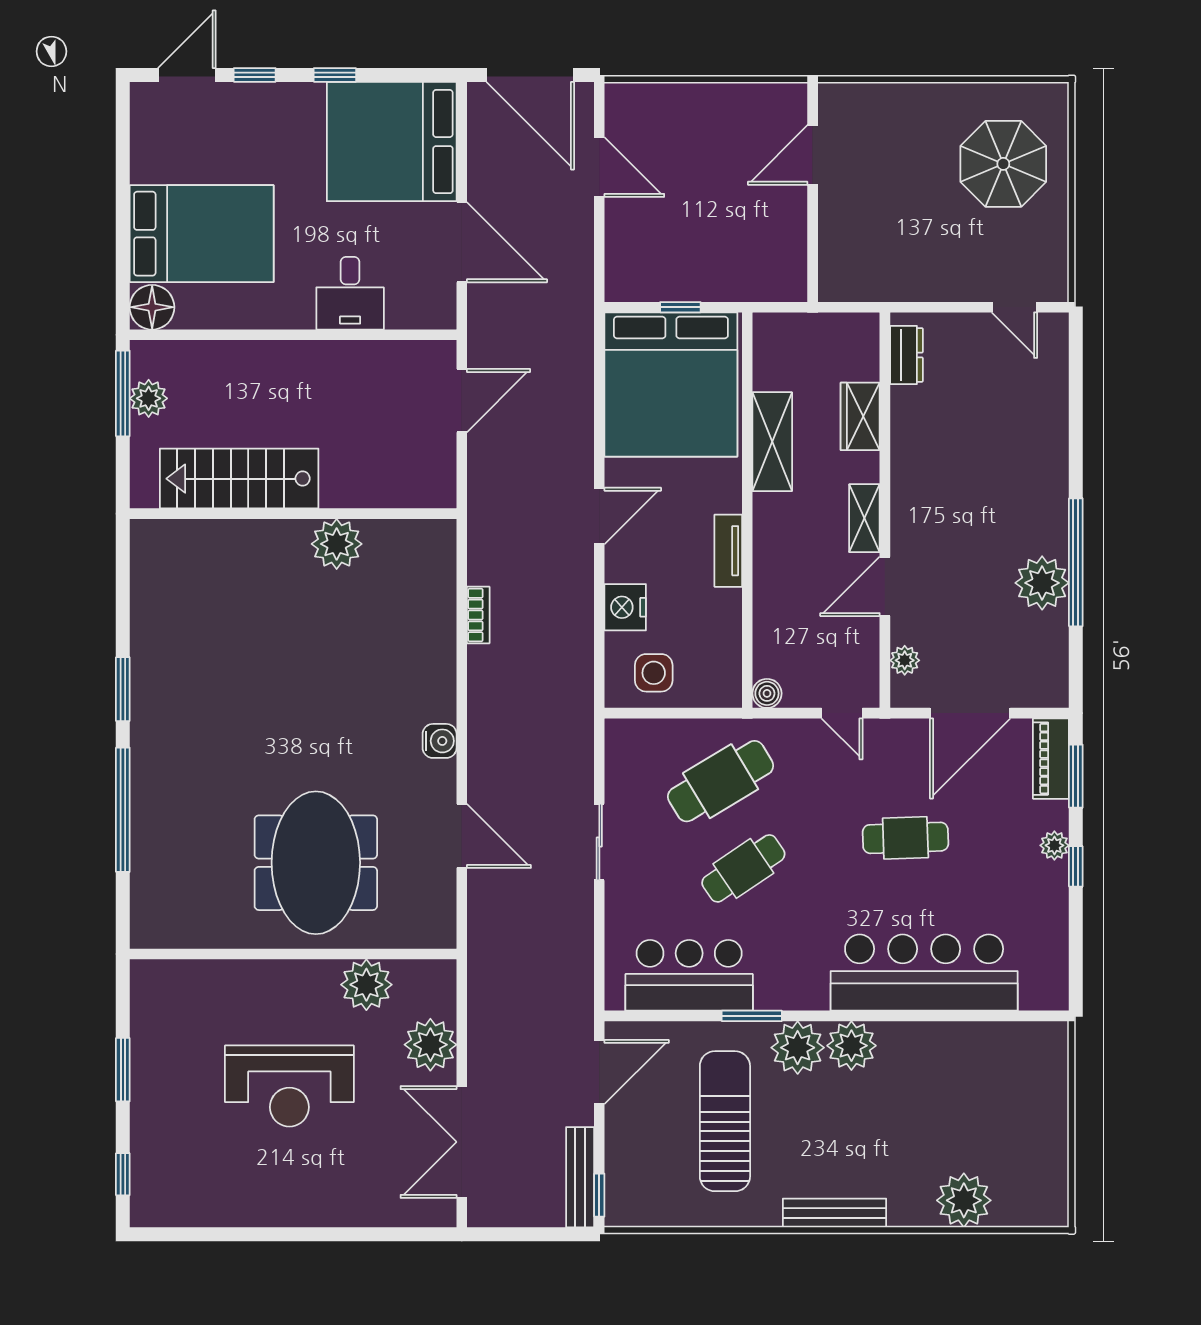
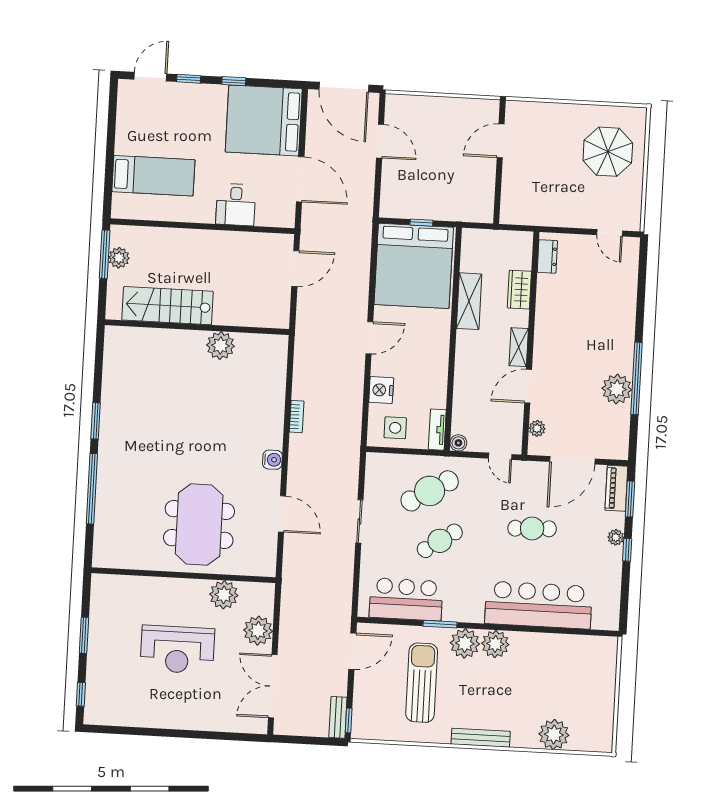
bed: (202, 234) -> (153, 176), width x0.67
floor lamp: (152, 307) -> (124, 206), removed
tv unit: (728, 551) -> (437, 430), moved
bookcase: (478, 615) -> (297, 417), moved
bench: (580, 1177) -> (338, 717), width x0.73

